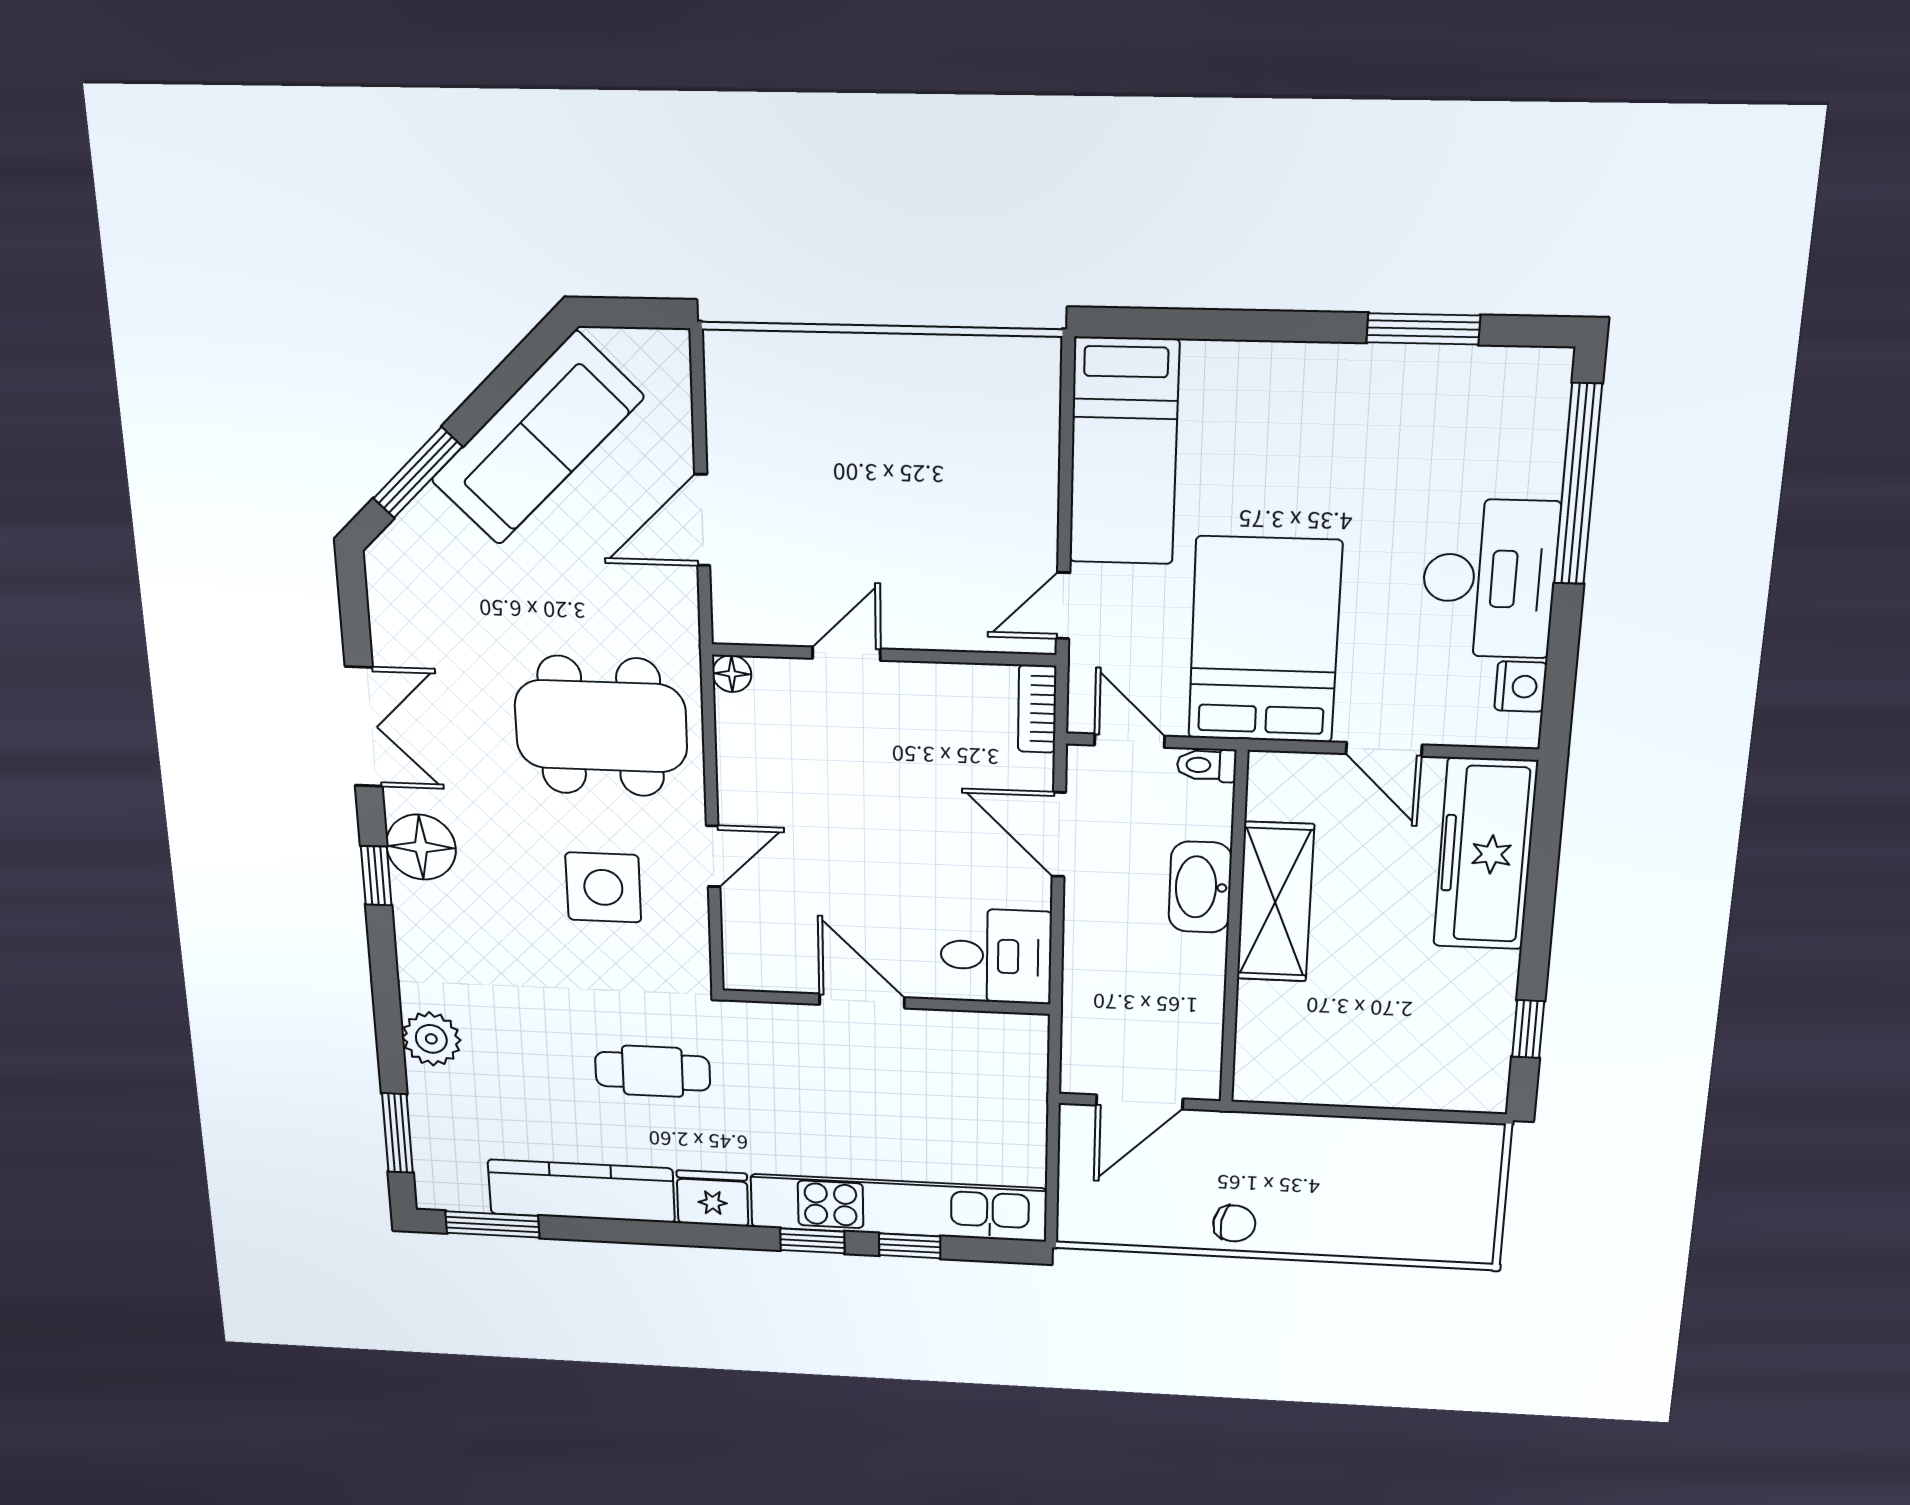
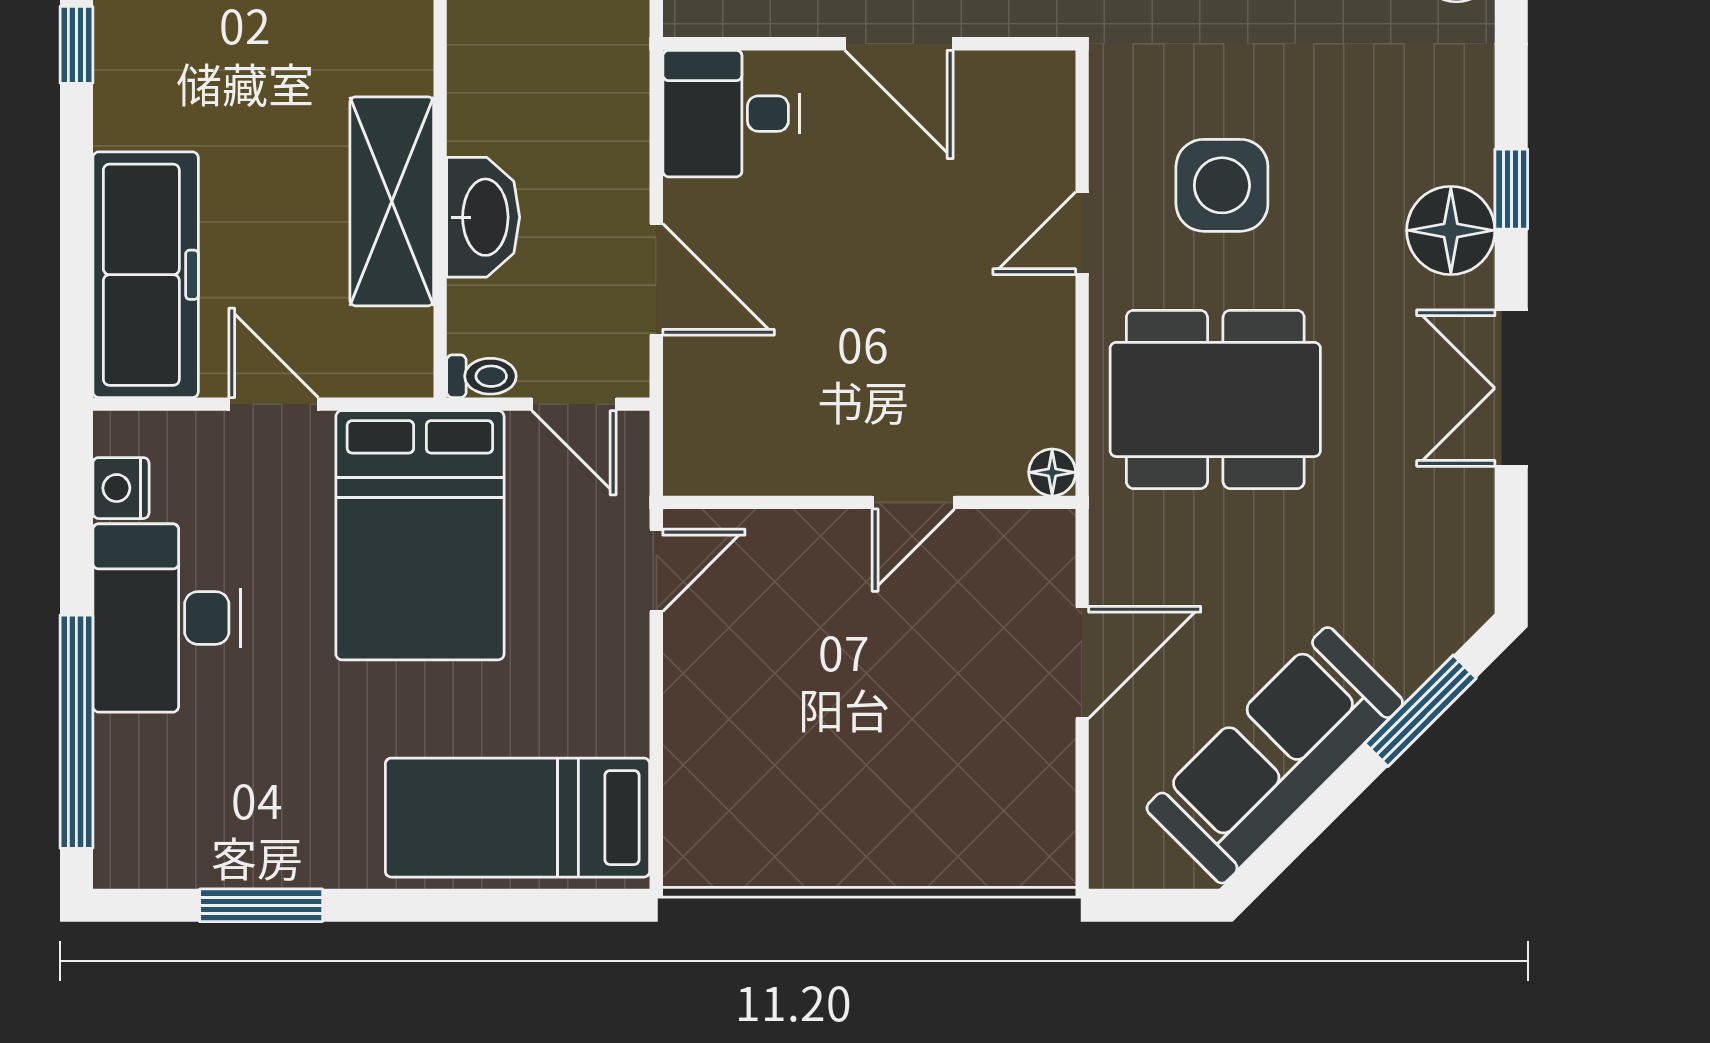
bed: (1124, 452) -> (518, 818), moved, turned -90
bookcase: (1037, 709) -> (685, 441), removed

